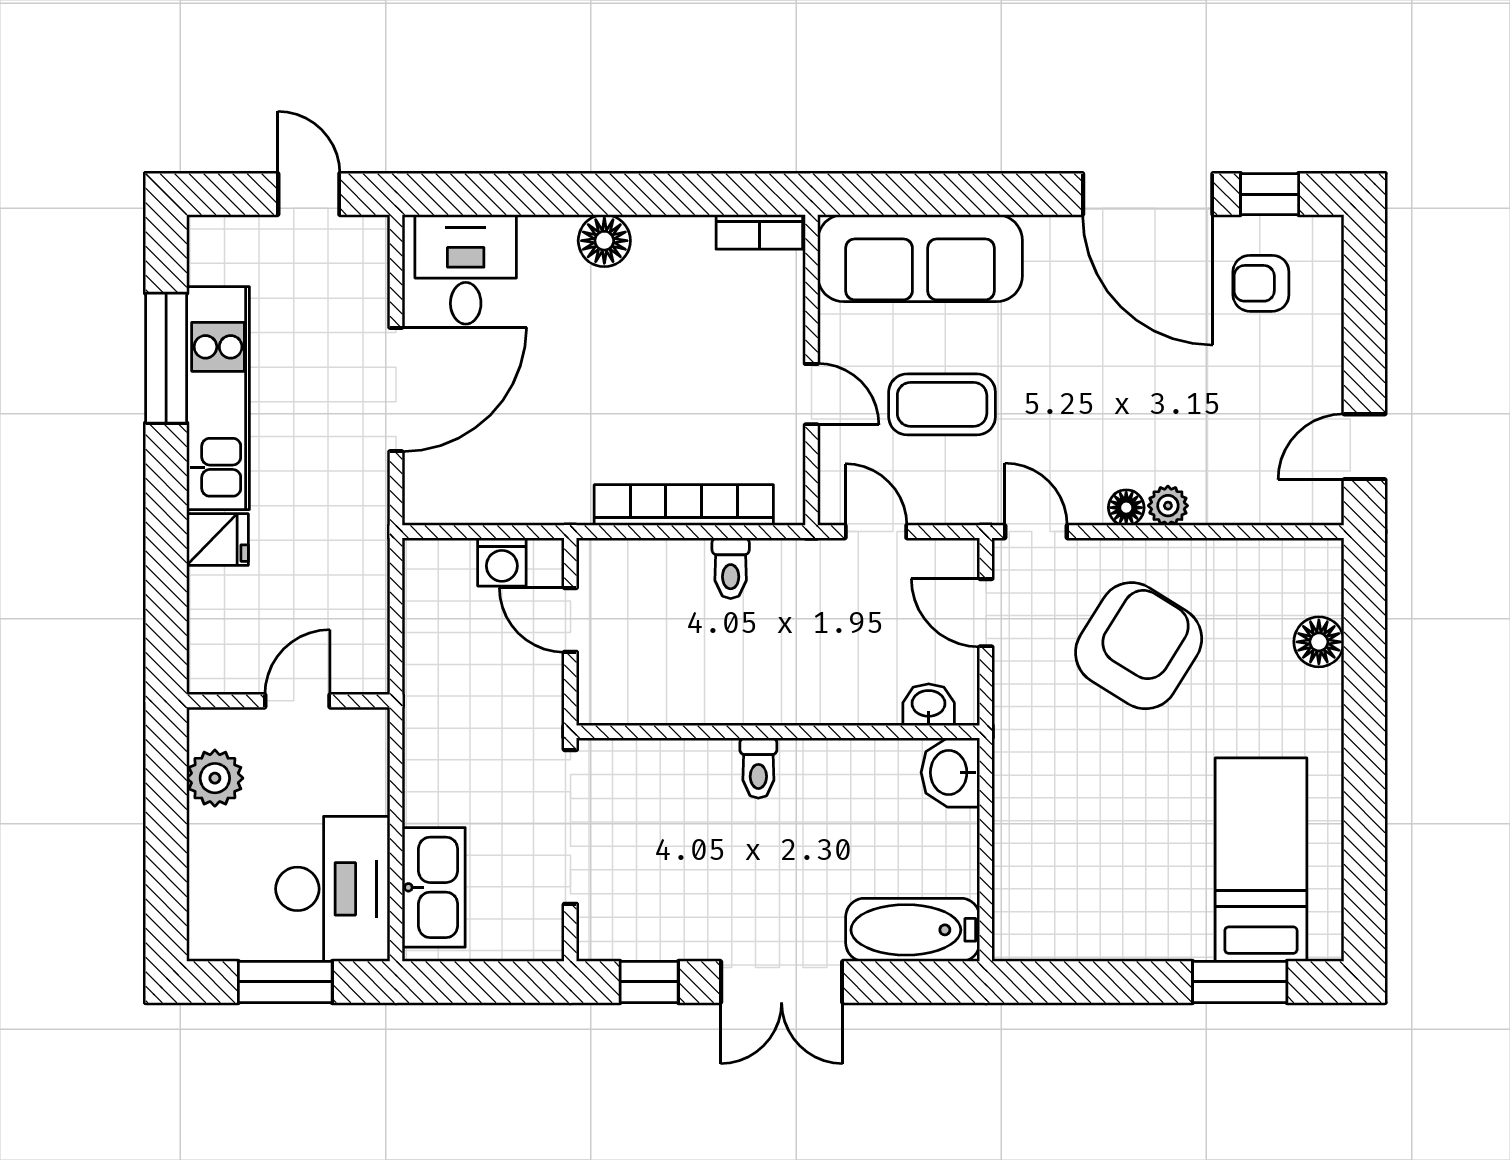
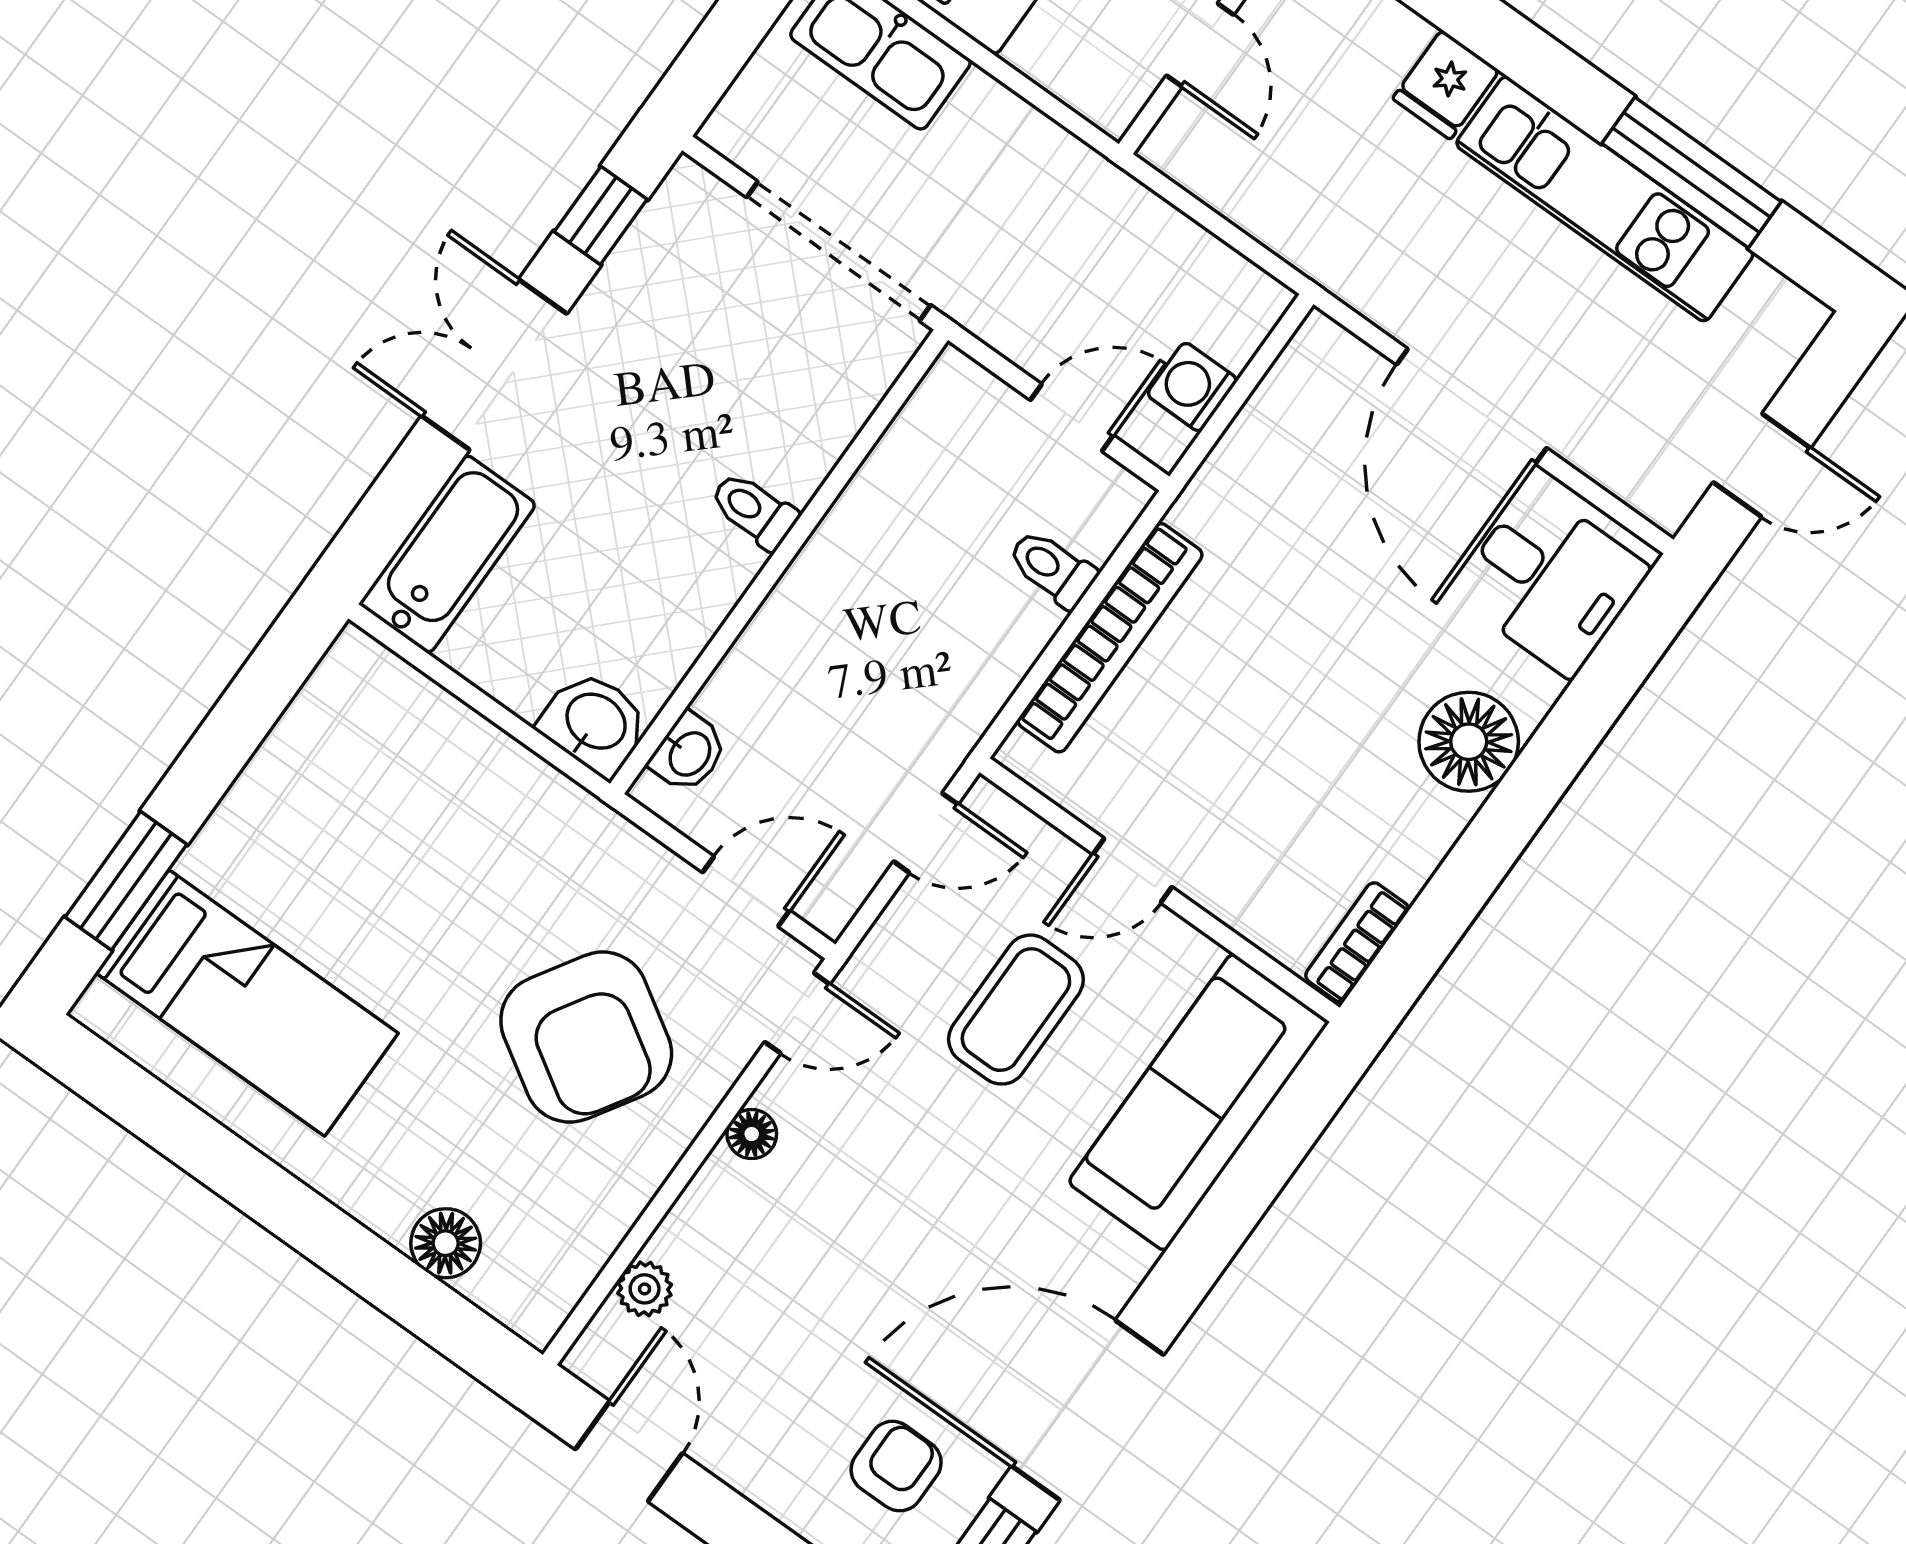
floor lamp: (604, 241) -> (1469, 742), width x1.38, depth x1.38
plant: (1168, 506) -> (645, 1289), moved
toilet: (731, 568) -> (1052, 568), moved

